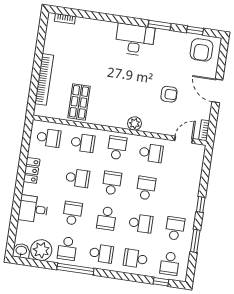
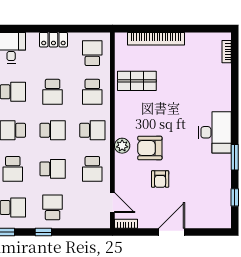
armchair: (202, 50) -> (150, 148), moved
school desk: (49, 138) -> (92, 53), turned 180
school desk: (180, 193) -> (53, 207), added

